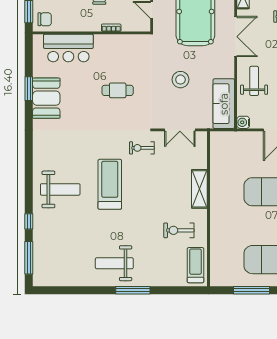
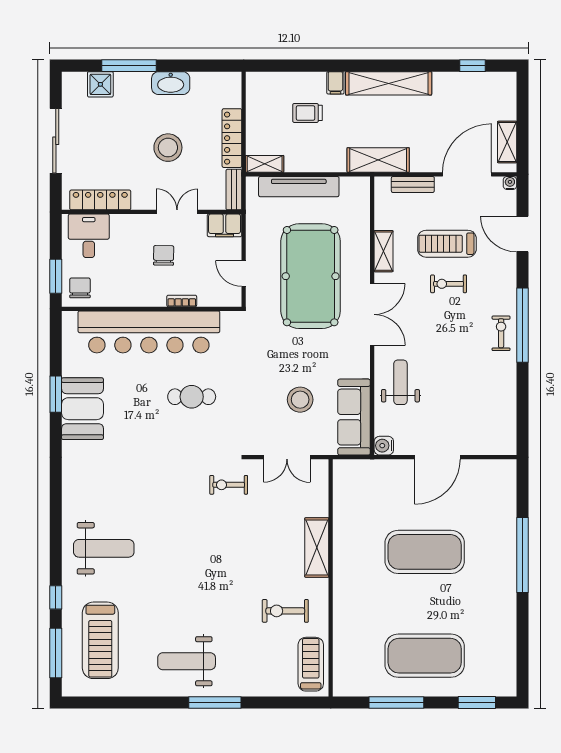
chair: (45, 19) -> (80, 288), turned -90
bar counter: (68, 48) -> (149, 332), width x1.86
stool: (180, 80) -> (300, 400), moved
treadmill: (110, 184) -> (100, 640), moved, turned 180

